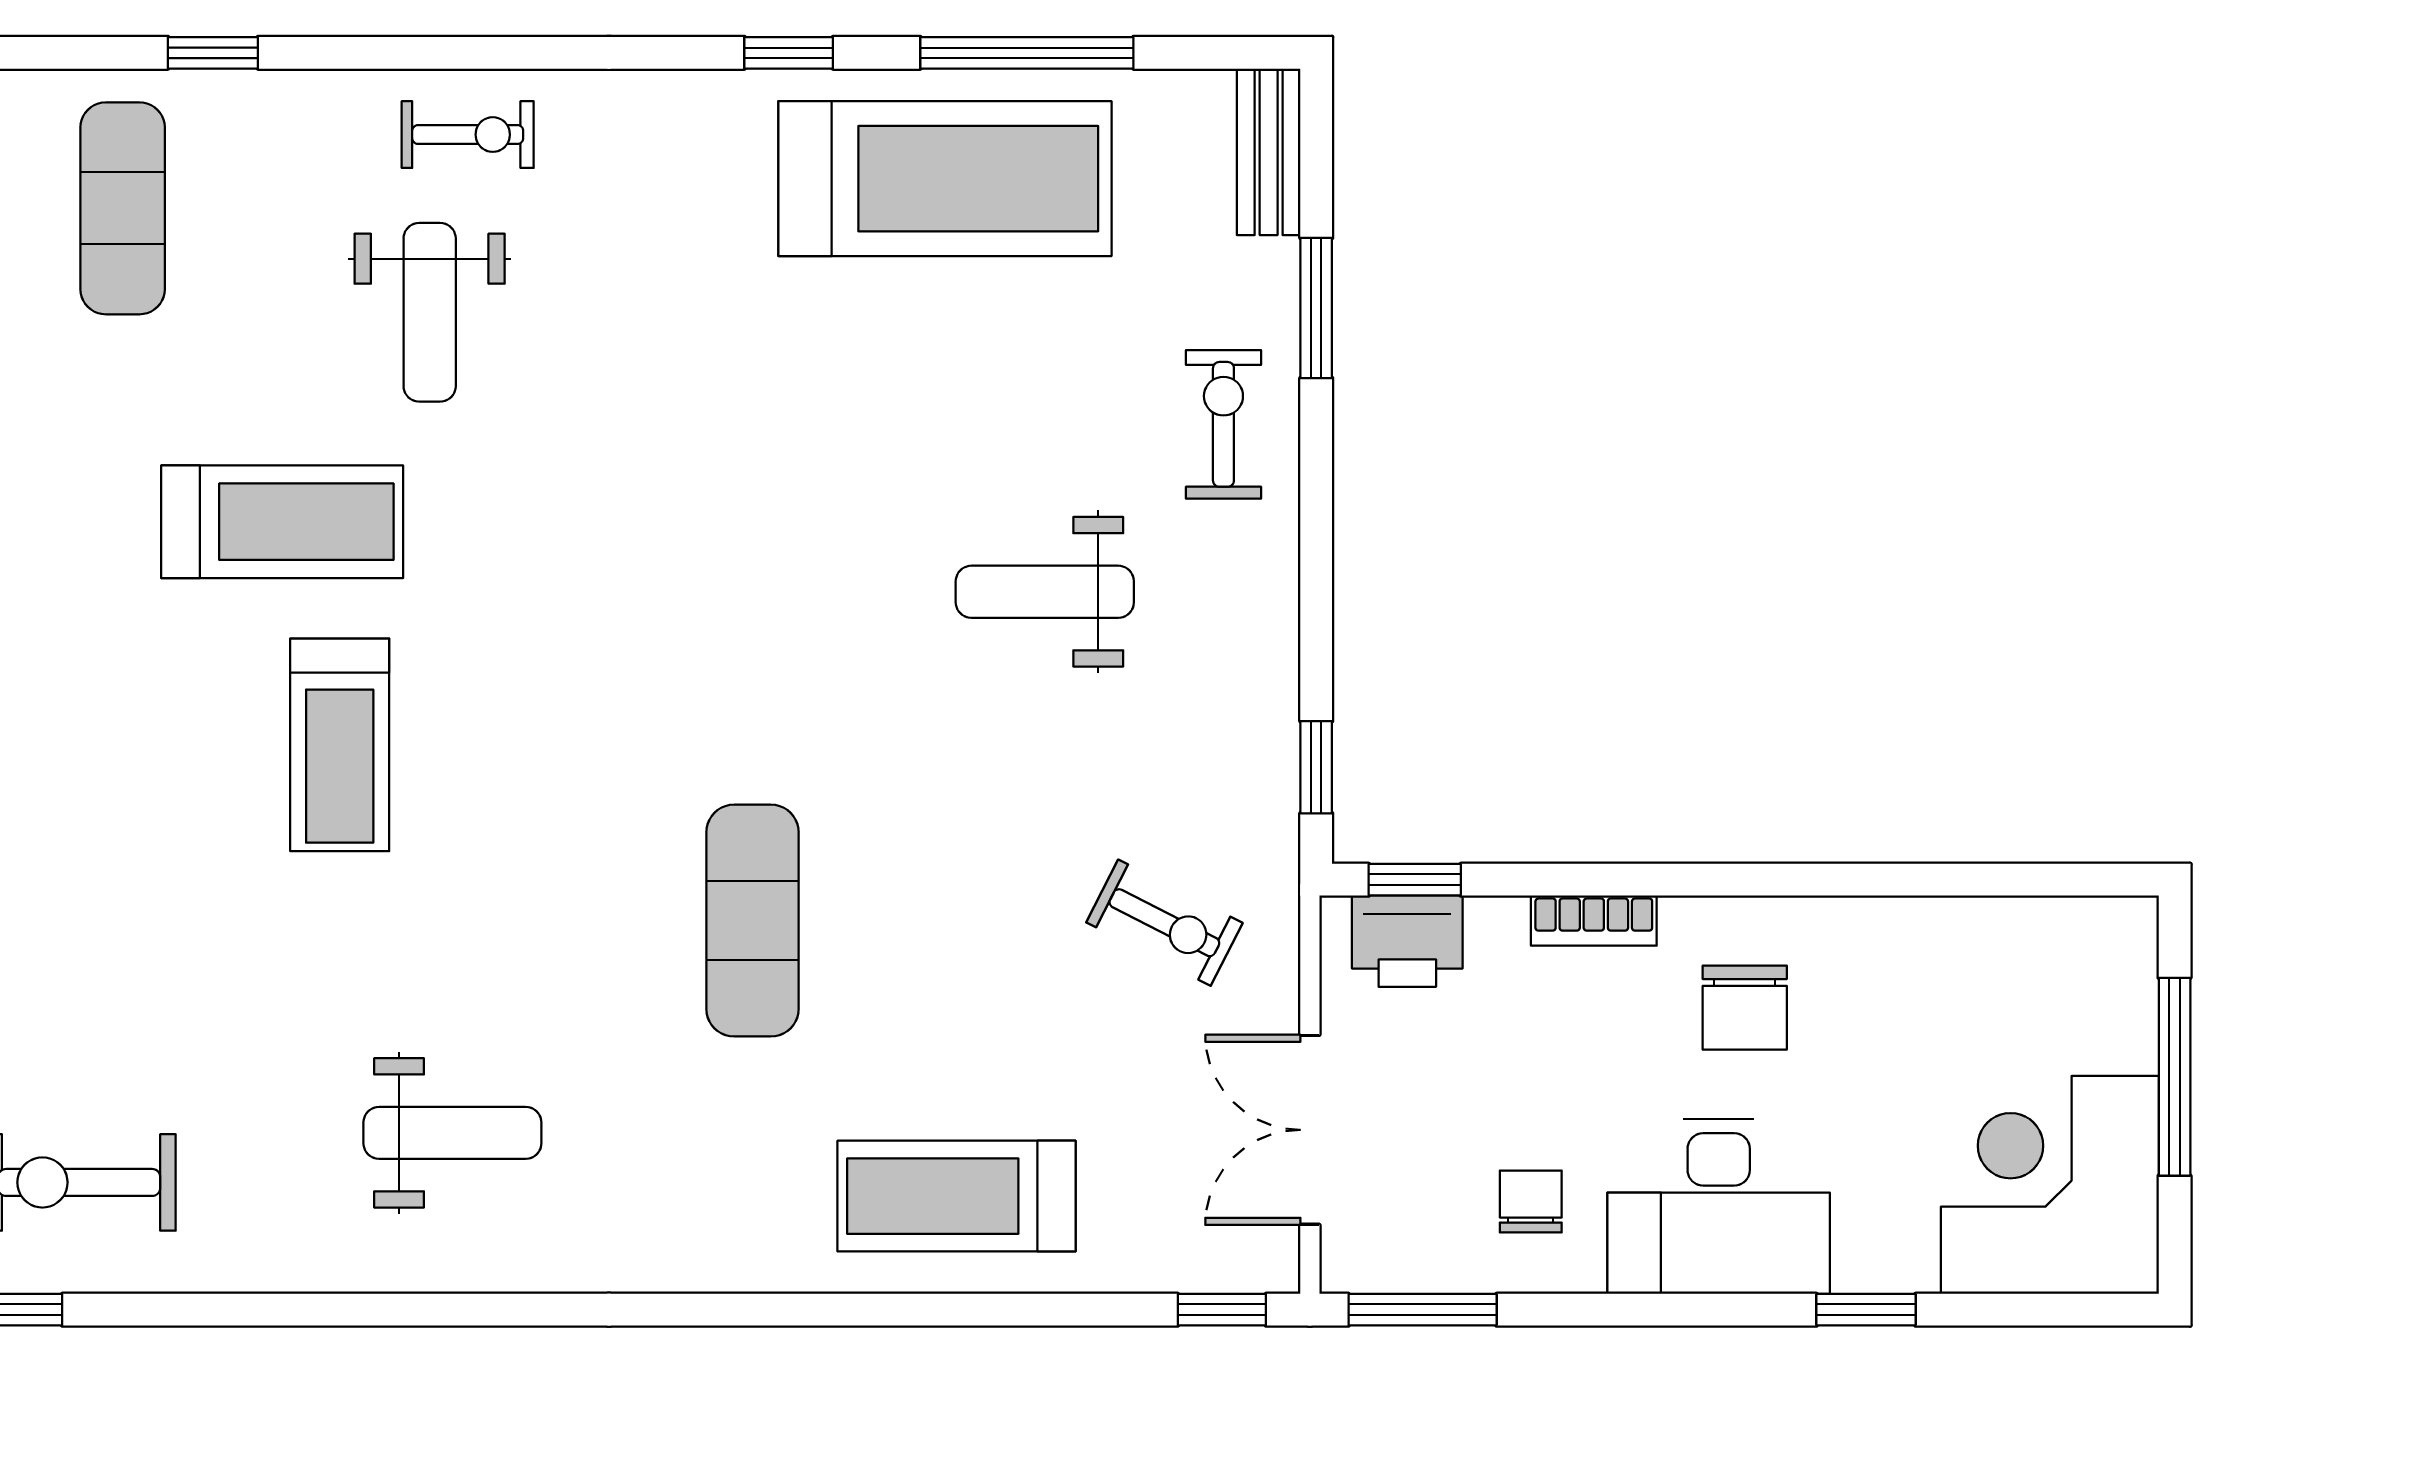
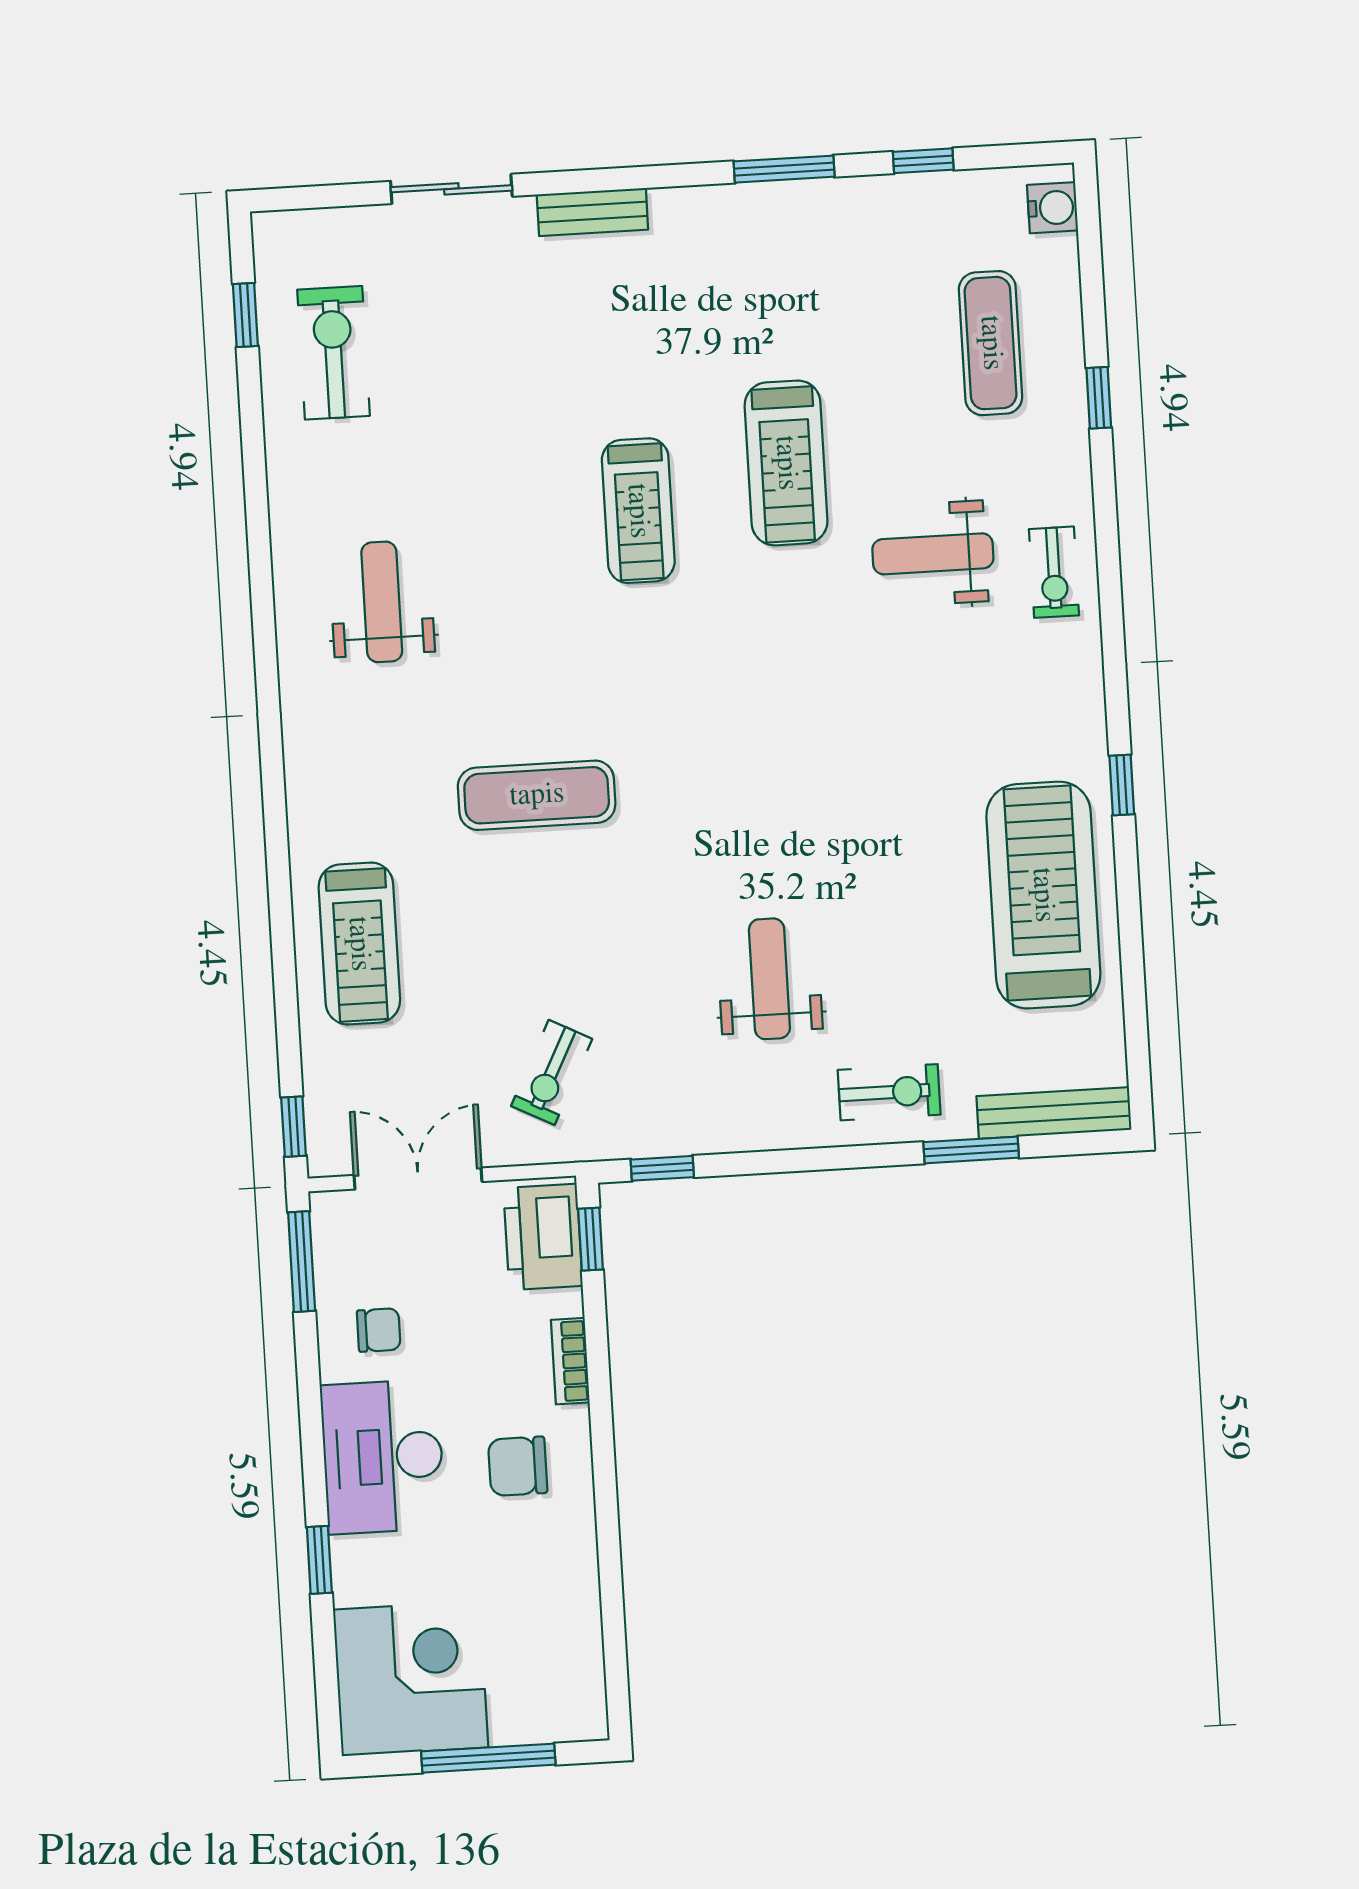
window: (1027, 53) -> (1131, 945), removed
bench: (1269, 152) -> (1054, 1113), width x1.36
treadmill: (945, 179) -> (1043, 895), turned 180
exercise mat: (123, 208) -> (991, 343), turned 90
treadmill: (340, 745) -> (638, 511), turned -90
printer: (1407, 941) -> (543, 1237), width x1.37, depth x1.19
weight bench: (452, 1133) -> (382, 602), turned 180
treadmill: (957, 1196) -> (359, 944), turned 180

